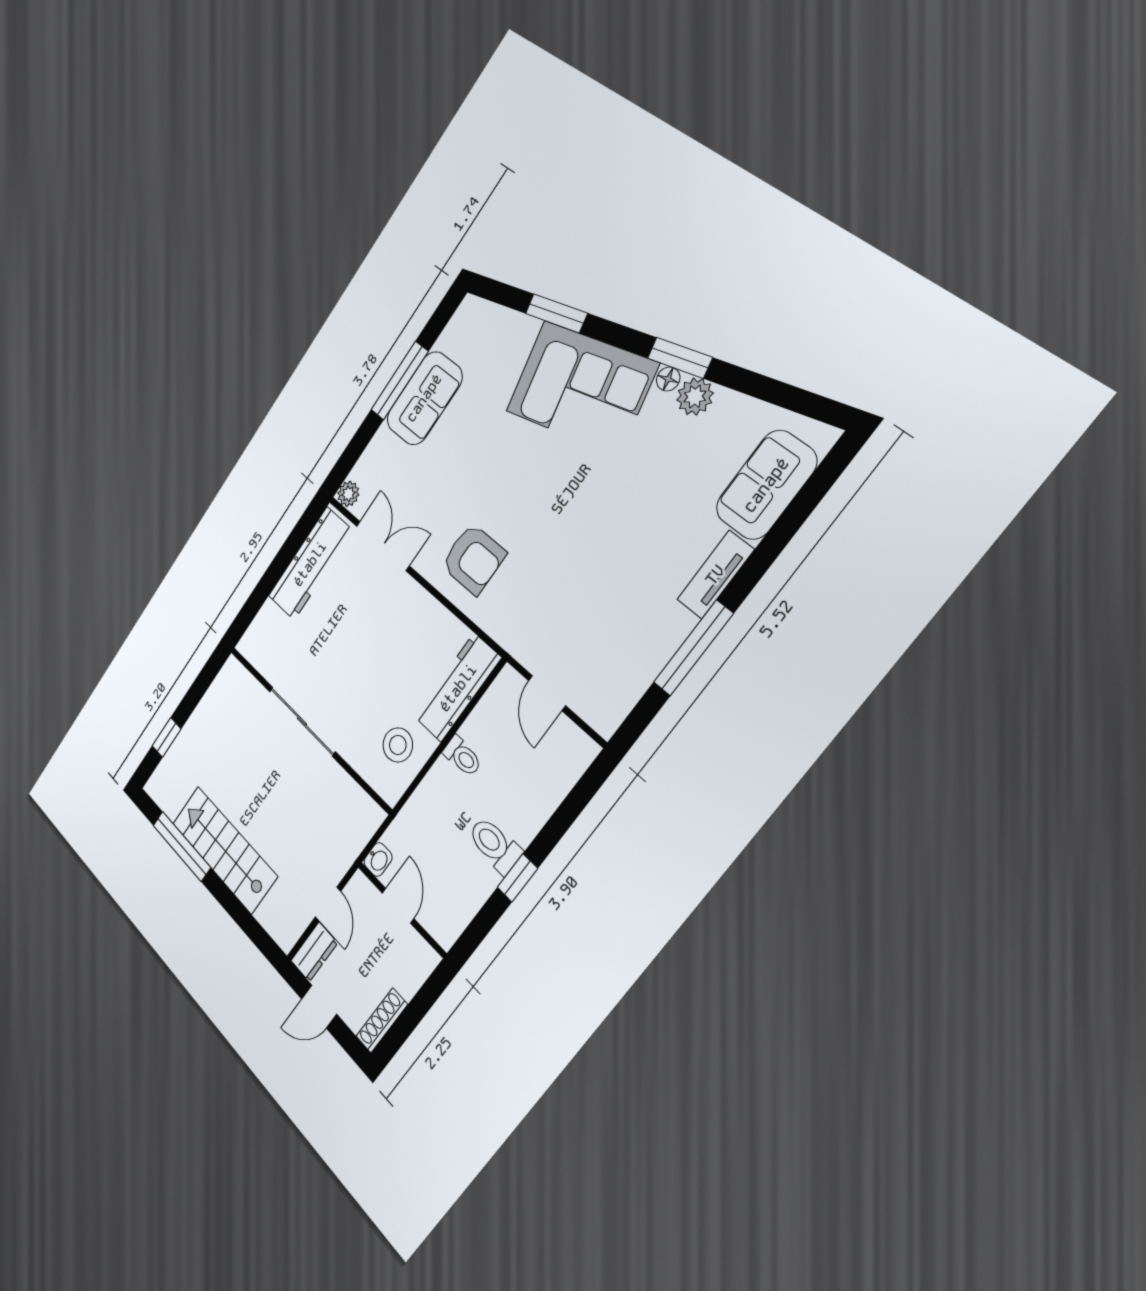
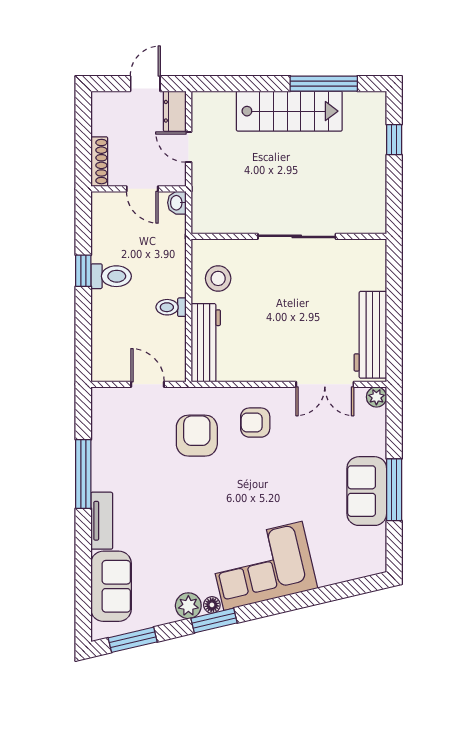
window: (556, 313) -> (133, 640), moved
armchair: (473, 559) -> (255, 423), width x0.72, depth x0.72
armchair: (540, 592) -> (197, 436), added
shoe rack: (382, 1020) -> (99, 162), moved

